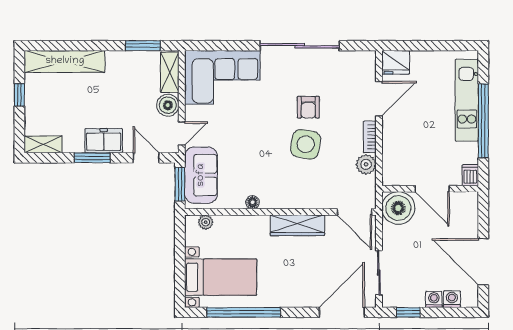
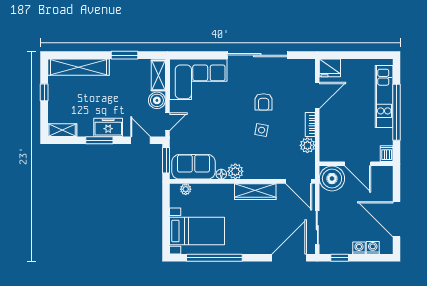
window: (143, 46) -> (125, 55), moved
side table: (306, 144) -> (262, 130), width x0.54, depth x0.54
sofa: (201, 175) -> (193, 167), moved, turned -90
plant: (271, 199) -> (235, 171), added

